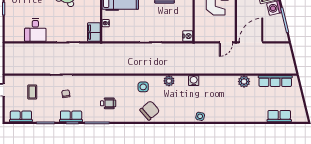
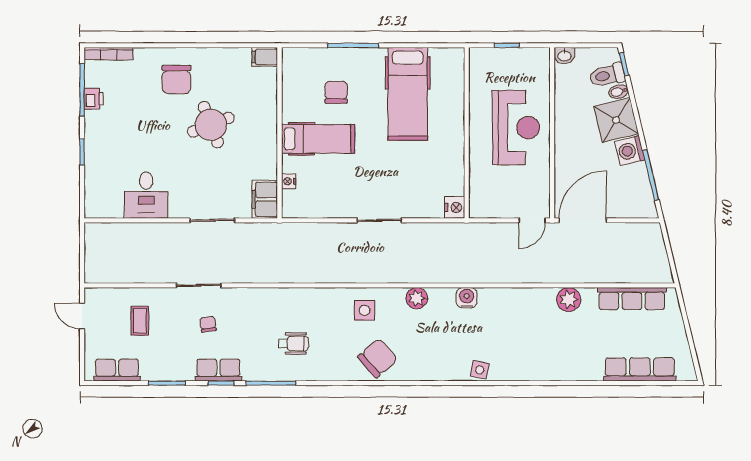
row of seats: (279, 116) -> (640, 369), width x1.48

